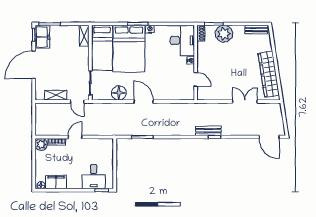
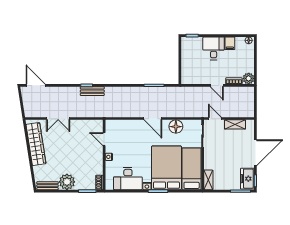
plant: (224, 34) -> (67, 182), moved
desk: (182, 40) -> (128, 179), moved, turned -90
door: (75, 137) -> (217, 85), hinge flipped
desk: (94, 177) -> (214, 48), moved
filing cabinet: (56, 182) -> (230, 43), width x0.50

